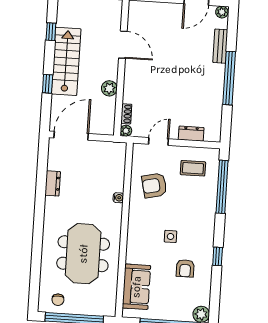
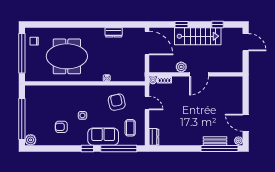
door: (123, 45) -> (199, 74), moved
window: (229, 78) -> (220, 149), moved
dresser: (191, 134) -> (154, 137), moved
window: (218, 256) -> (87, 149), moved
sofa: (136, 287) -> (103, 137), moved, turned 180

